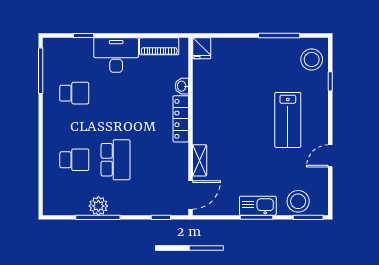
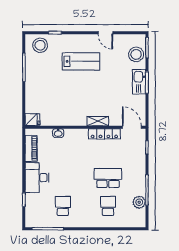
locker: (181, 119) -> (104, 134), moved
shelving: (200, 160) -> (98, 121), moved
plant: (98, 206) -> (139, 202), moved

